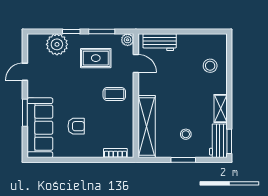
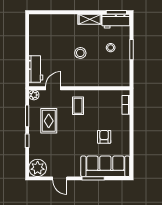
plant: (57, 44) -> (38, 168), moved
stool: (210, 66) -> (80, 53), moved
shelving: (147, 127) -> (104, 80), removed

